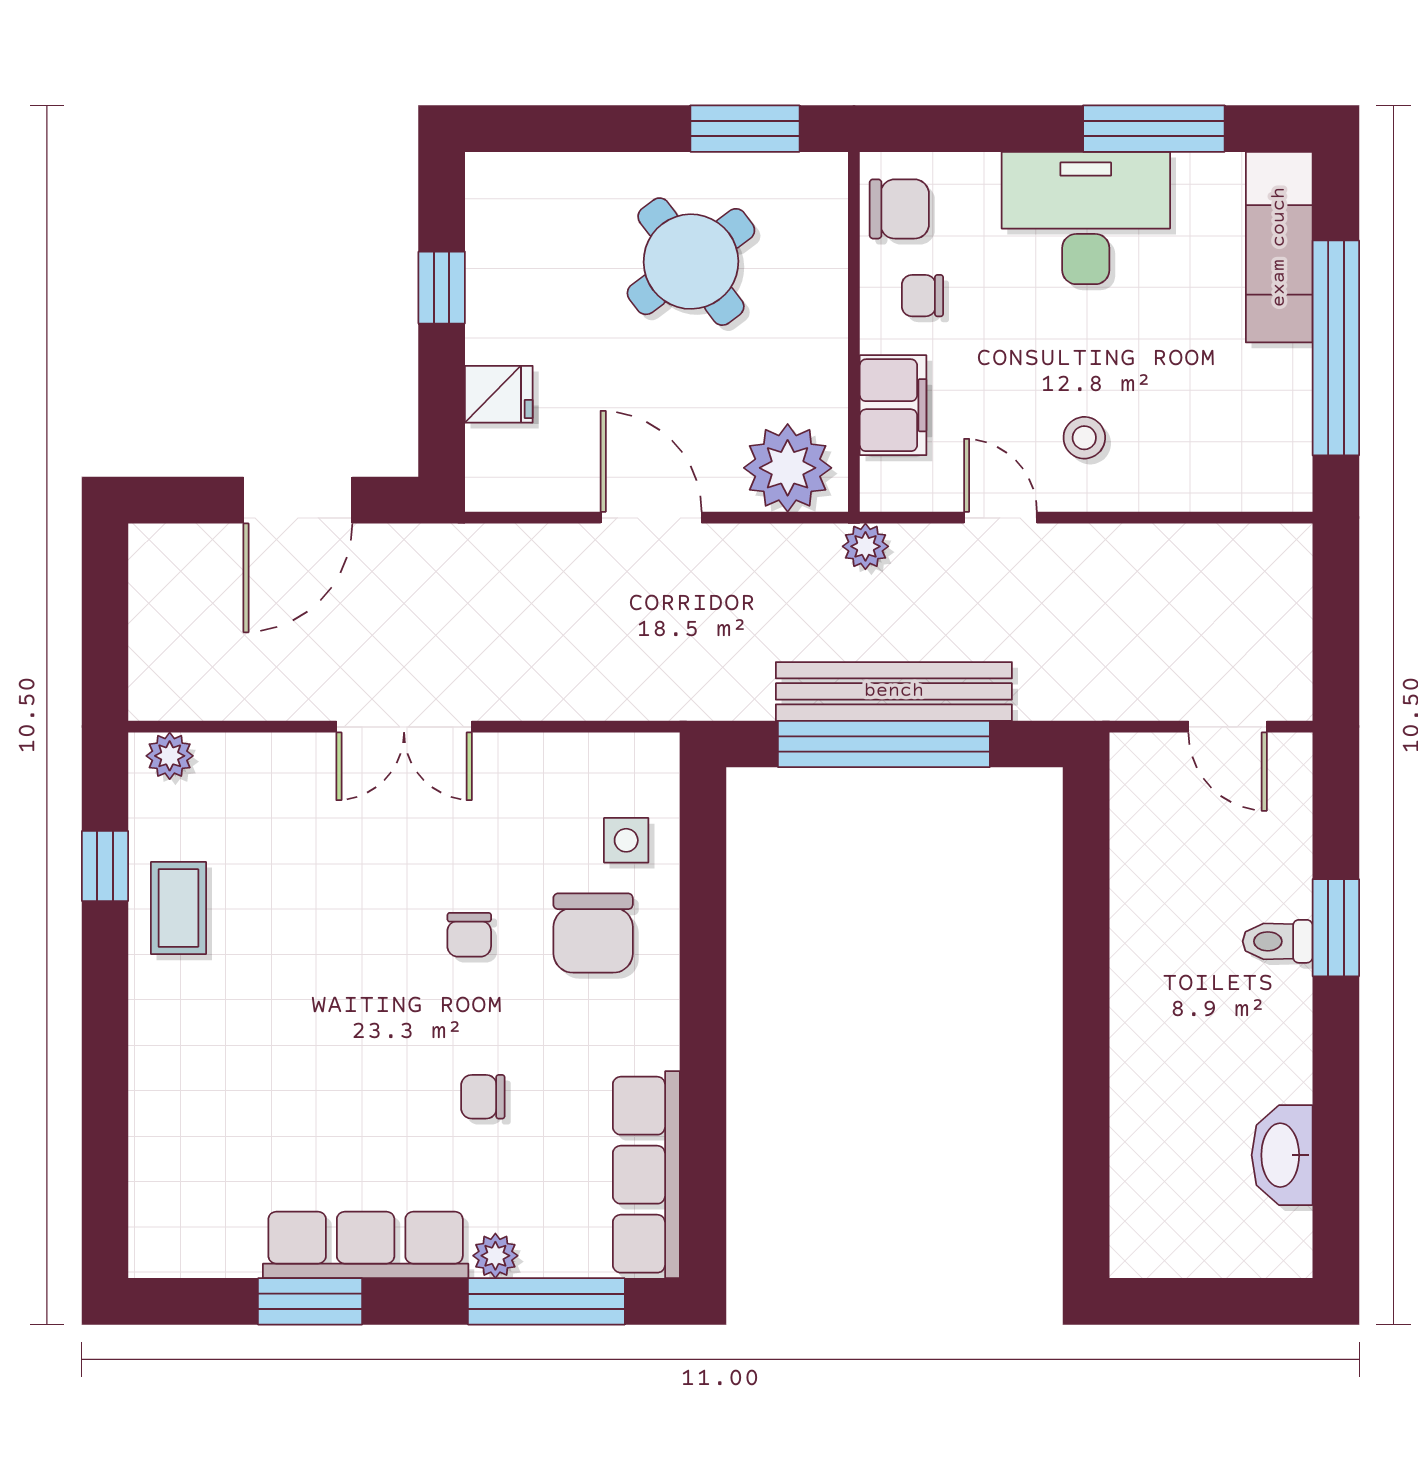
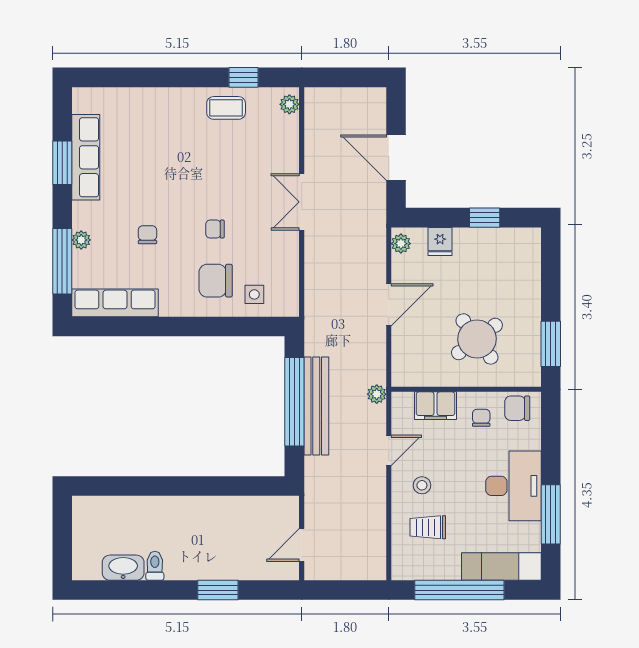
chair: (899, 209) -> (517, 408), turned 90
round table: (691, 262) -> (477, 339), moved
trolley: (1185, 424) -> (428, 527), added
plant: (788, 468) -> (401, 244), moved, width x0.53, depth x0.53
toilet: (1278, 941) -> (155, 566), moved
row of seats: (366, 1245) -> (86, 157), moved

